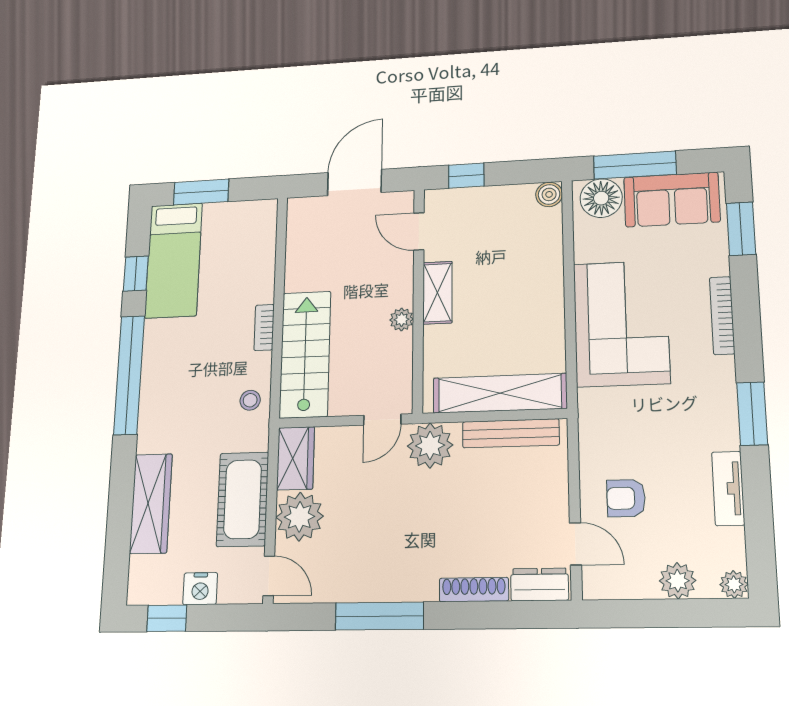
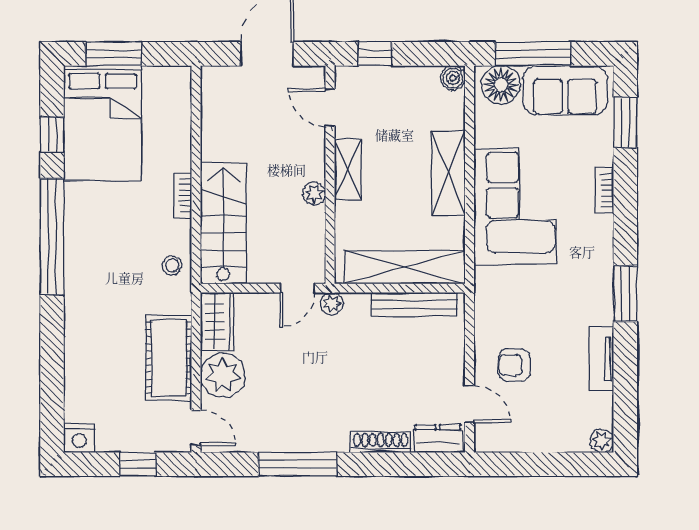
bed: (174, 260) -> (103, 123), width x1.50
shelving: (546, 291) -> (448, 173), added
bookcase: (722, 315) -> (604, 190), width x0.64
plant: (430, 446) -> (332, 304), width x0.53, depth x0.53
wardrobe: (151, 503) -> (81, 360), removed
plant: (678, 581) -> (555, 437), removed
nightstand: (200, 589) -> (79, 438), moved
window: (167, 618) -> (138, 464), moved

